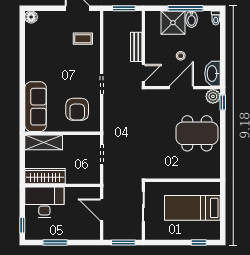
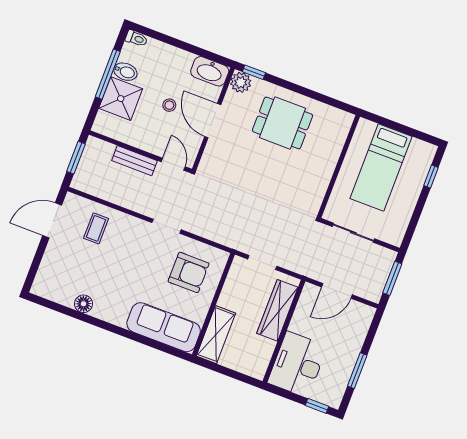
floor lamp: (31, 17) -> (83, 304), moved
dining table: (197, 133) -> (282, 123), width x0.73
wardrobe: (45, 176) -> (277, 310), moved

